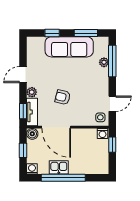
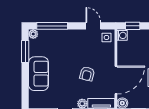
window: (52, 33) -> (25, 84), removed
sofa: (69, 47) -> (38, 74), width x0.73
plant: (104, 62) -> (33, 34), moved

